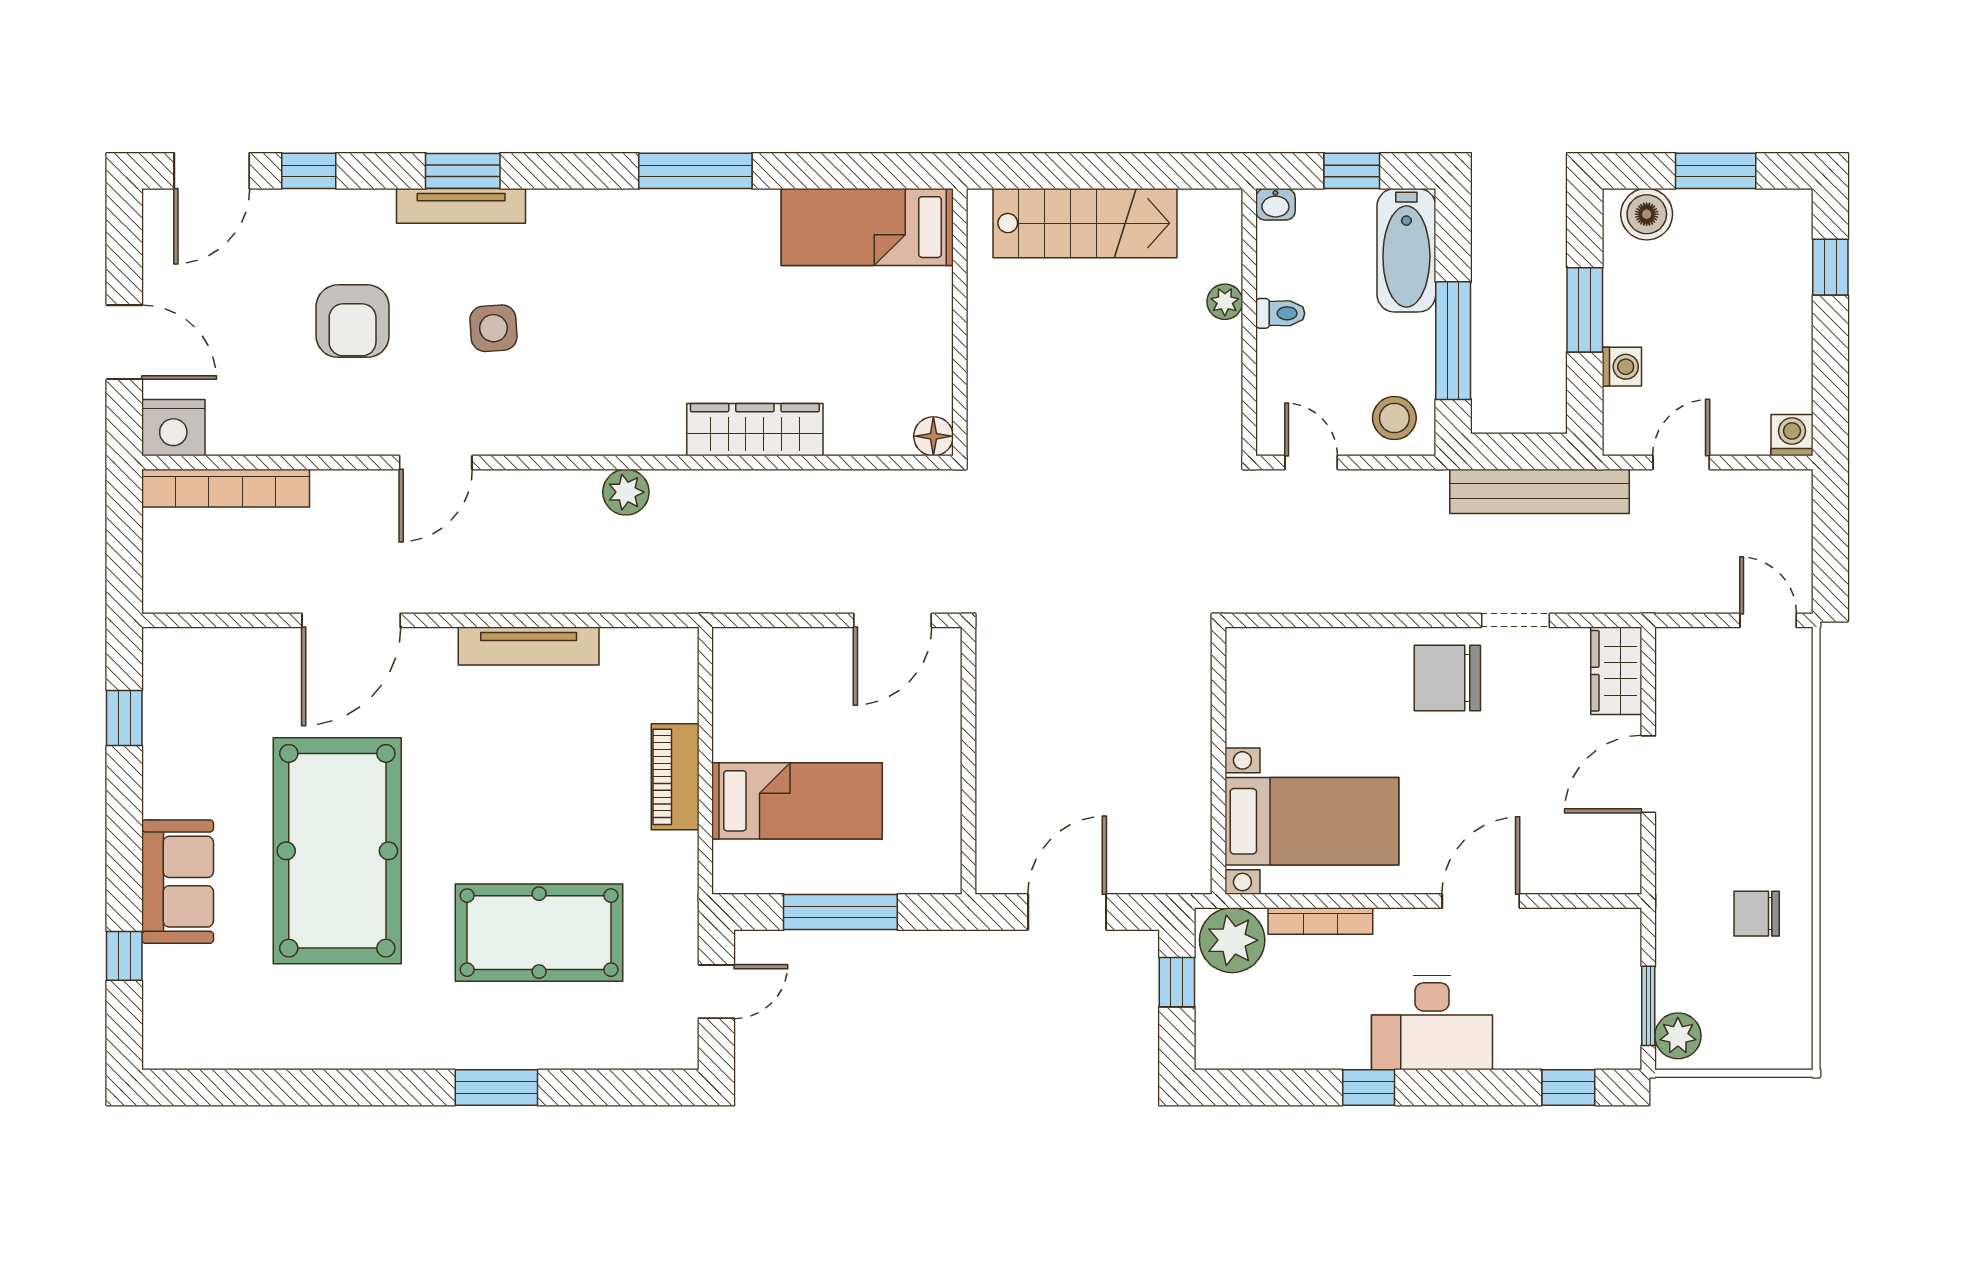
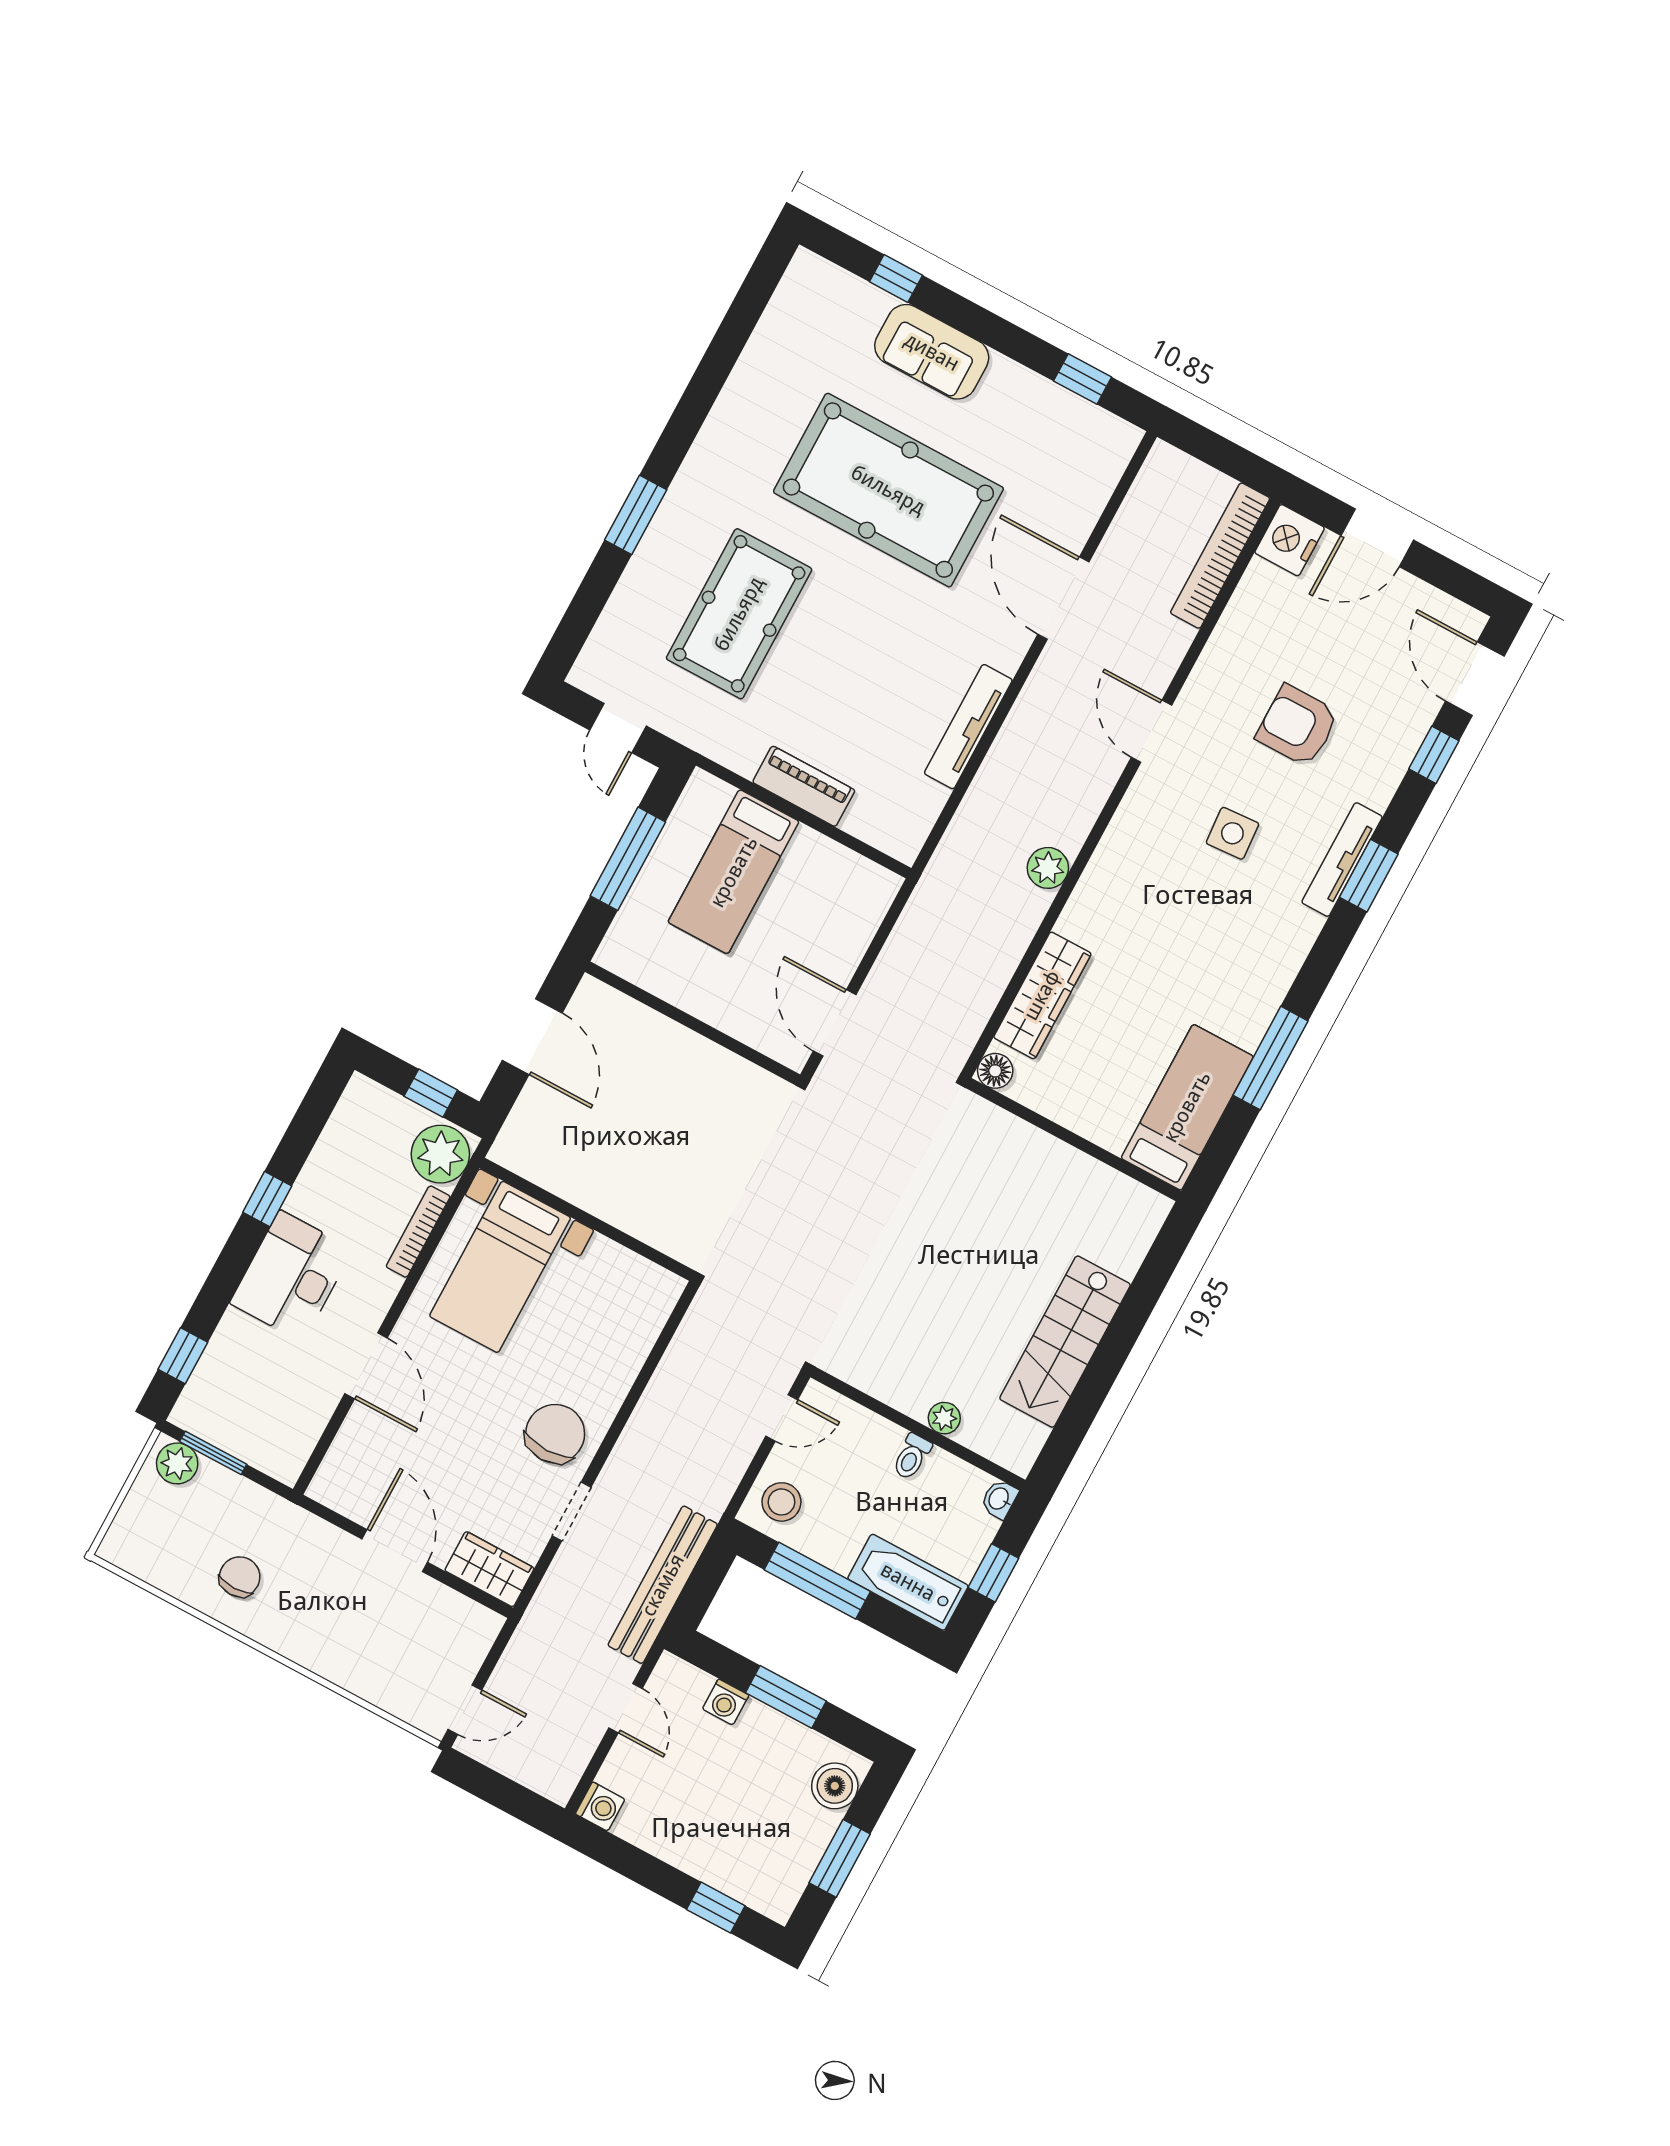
bed: (867, 227) -> (1187, 1107), moved
wall: (960, 322) -> (1074, 1140), moved
floor lamp: (933, 436) -> (995, 1071), moved

